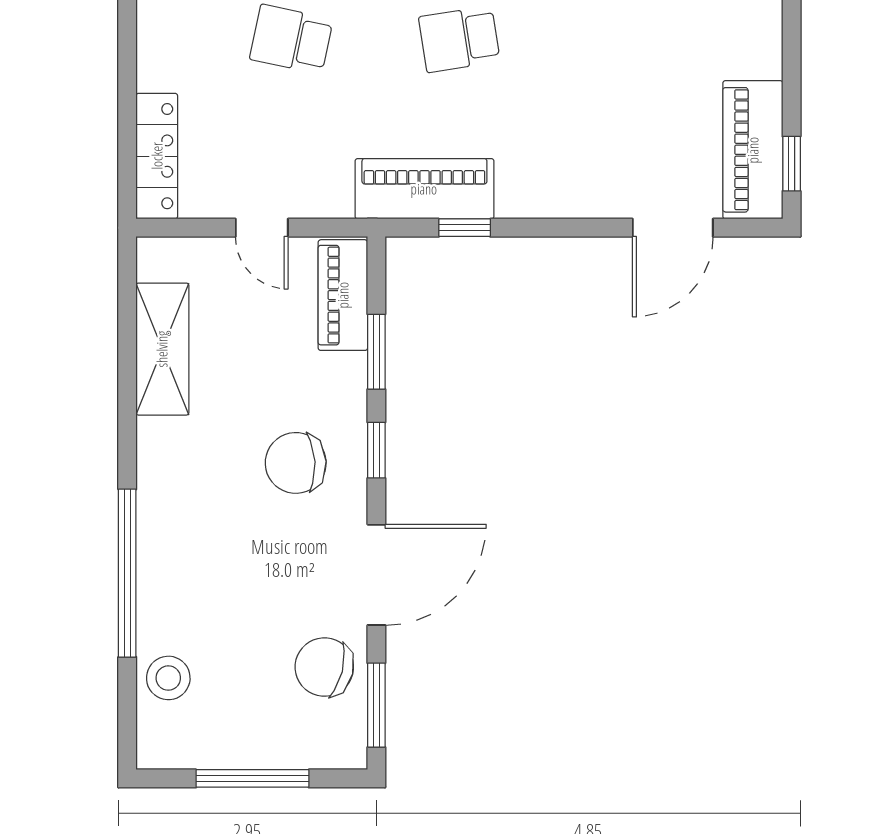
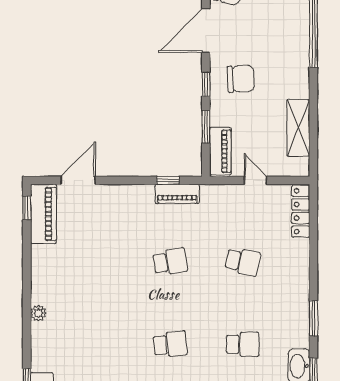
piano: (424, 189) -> (177, 194), width x0.73, depth x0.75

